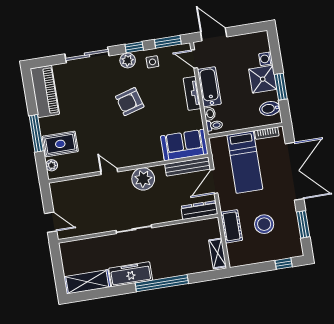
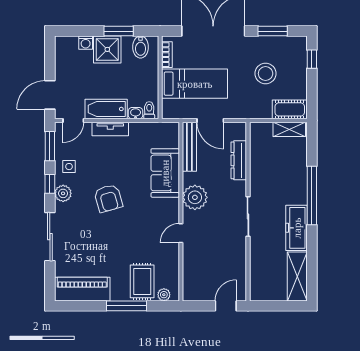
sofa: (184, 145) -> (165, 173), moved
dresser: (199, 210) -> (239, 160), moved
cot: (231, 226) -> (290, 109), moved

